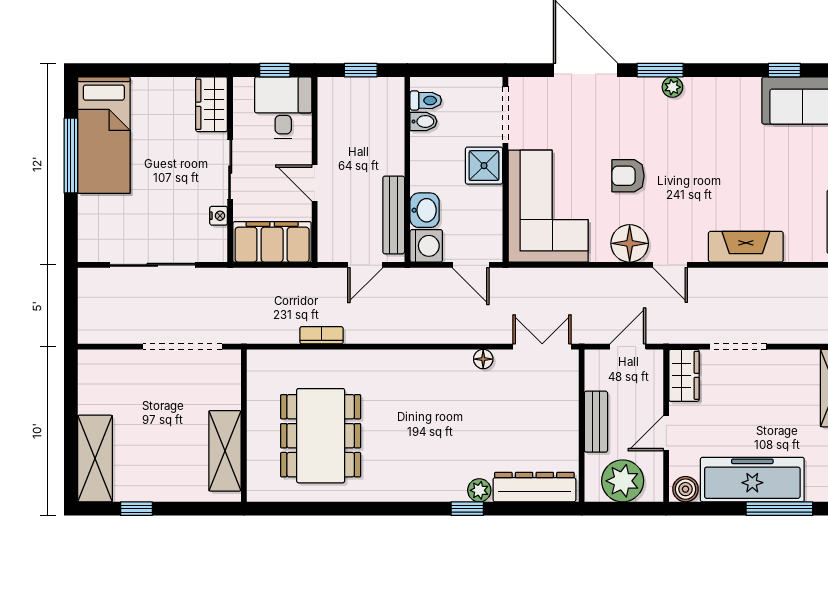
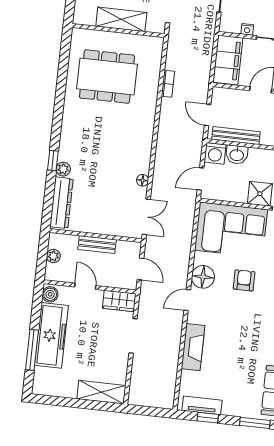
shelving: (225, 451) -> (121, 19), moved
plant: (623, 481) -> (53, 256), width x0.53, depth x0.53

